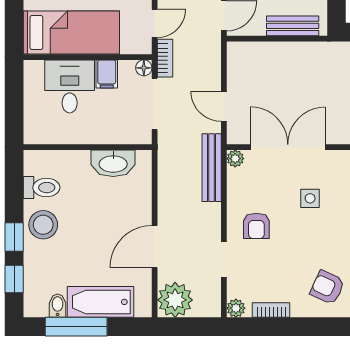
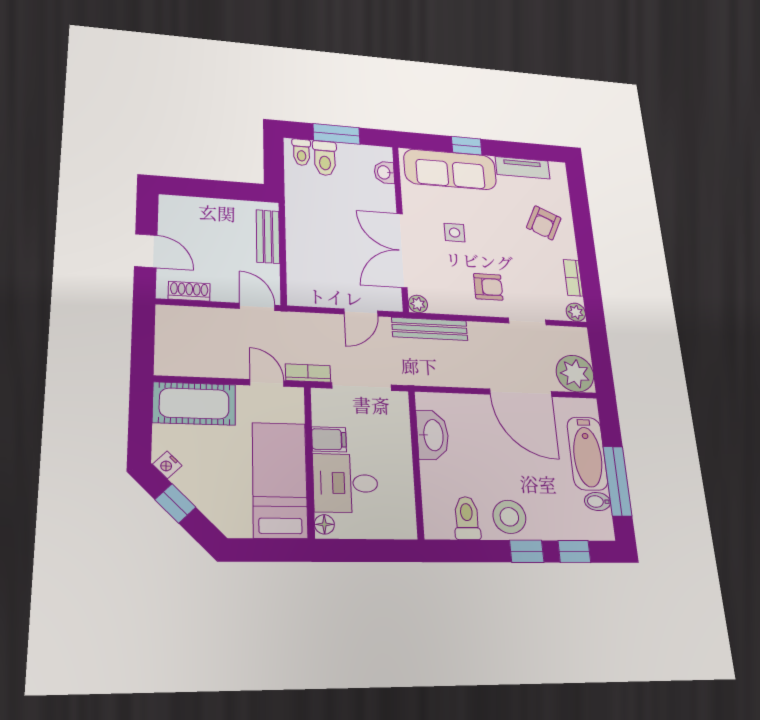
floor lamp: (144, 68) -> (324, 524), moved
door: (155, 247) -> (521, 393), width x1.36

